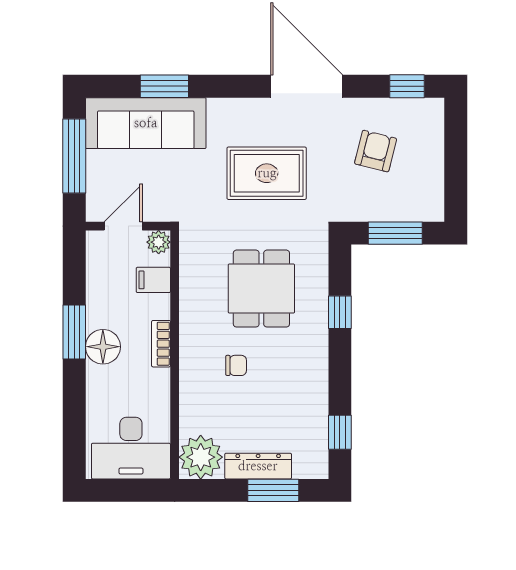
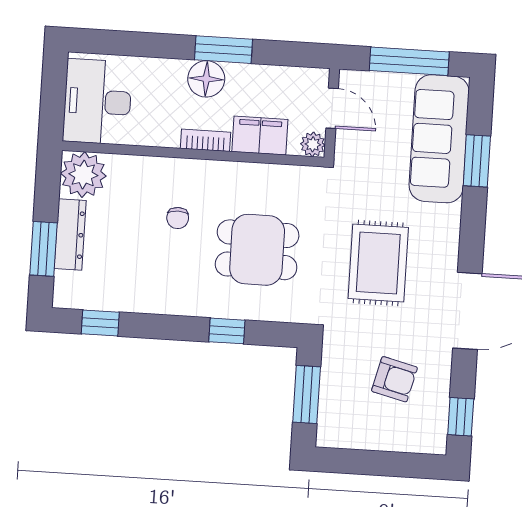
filing cabinet: (153, 280) -> (260, 136), width x2.00

